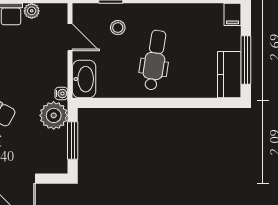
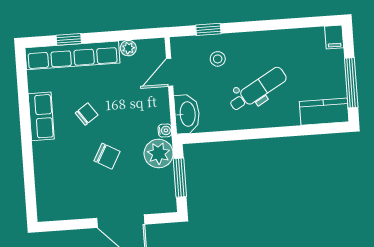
door: (70, 37) -> (170, 72), swing flipped
dental chair: (155, 60) -> (258, 89), turned 51
kitchen counter: (229, 75) -> (324, 112), moved, turned 90

